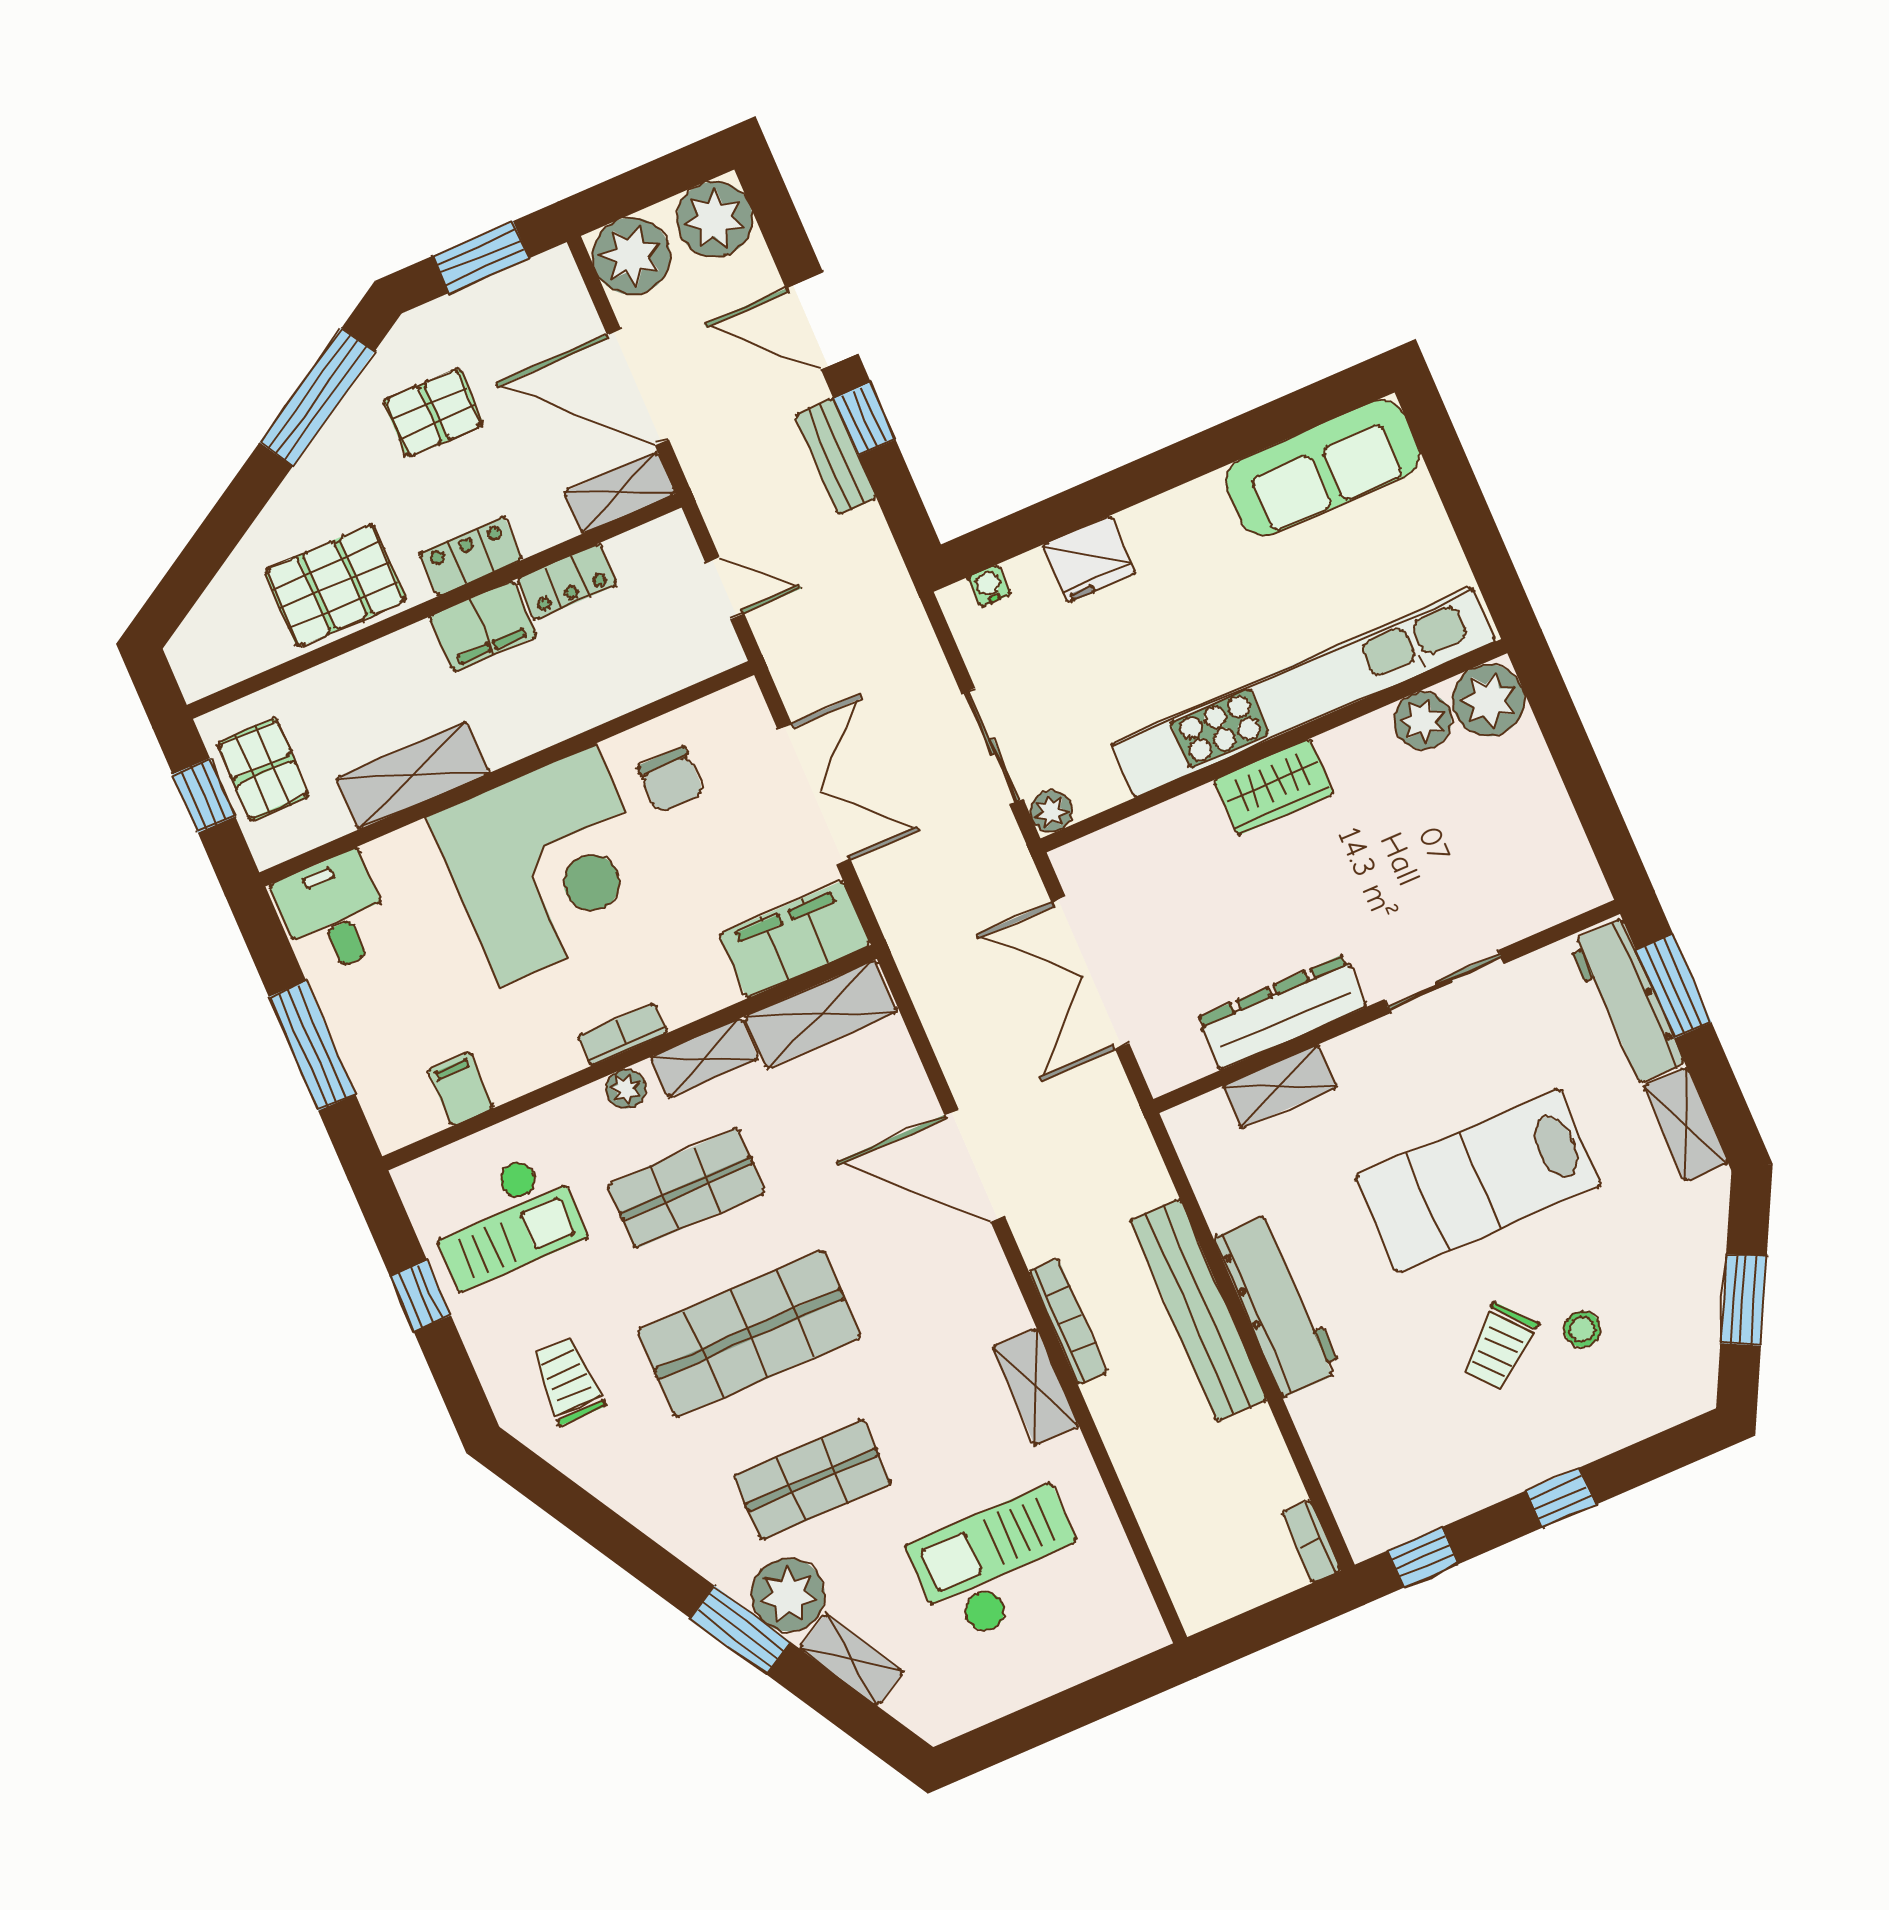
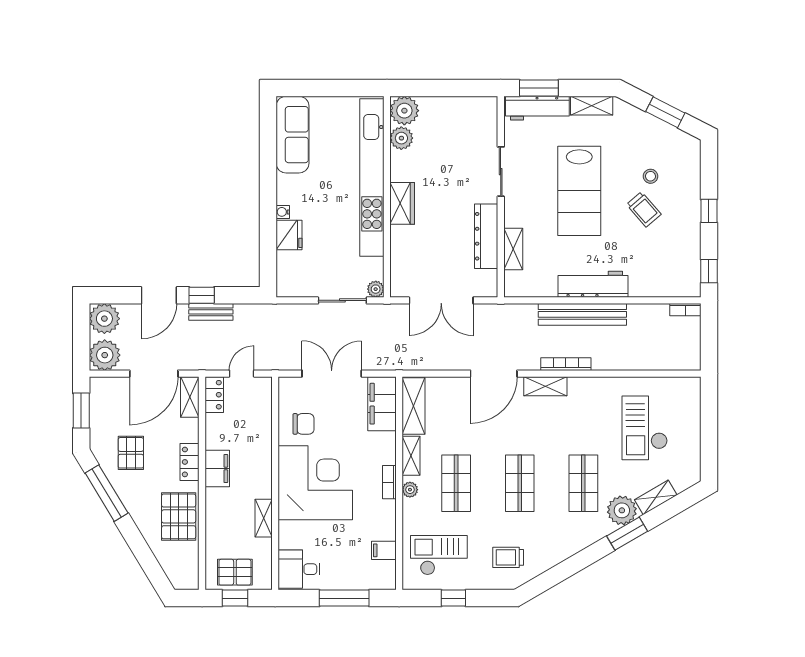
locker: (567, 582) -> (214, 395), moved
water cooler: (989, 586) -> (283, 212), moved
shelving: (413, 775) -> (264, 518), width x0.67, depth x0.75
checkout: (504, 1220) -> (439, 555), turned -90
shop shelf: (749, 1334) -> (520, 483), width x0.70, depth x0.74
shelving: (1036, 1387) -> (545, 386), moved

